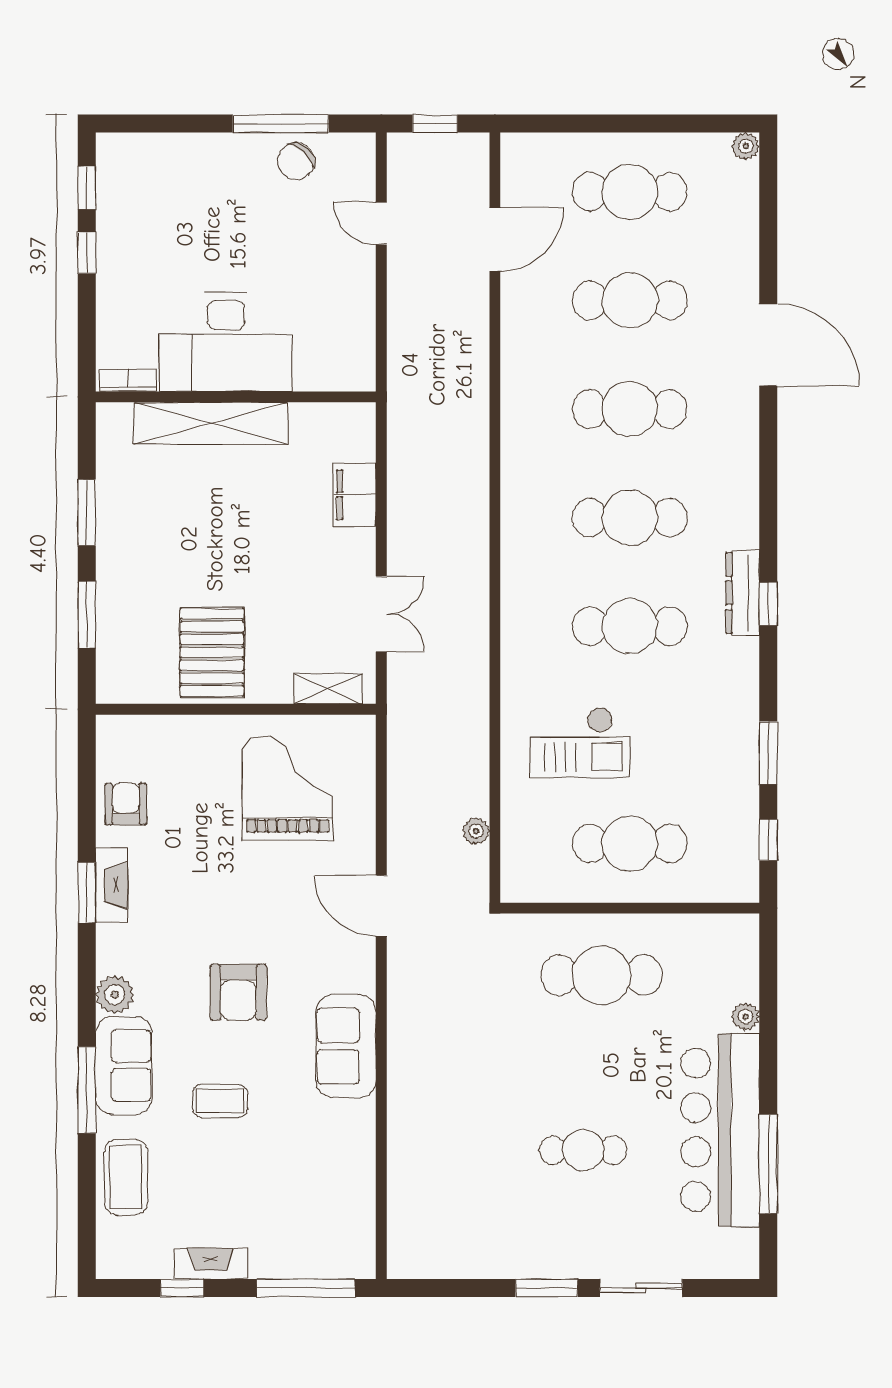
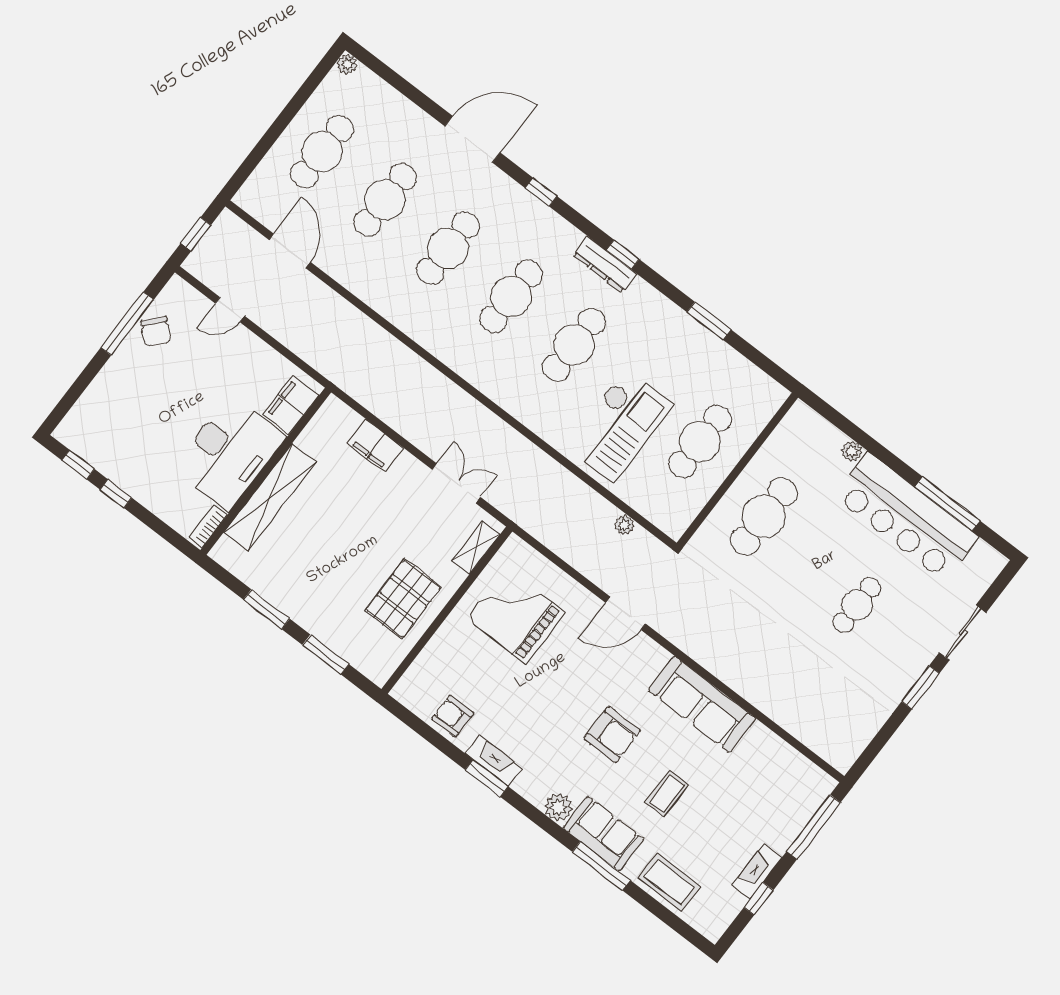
filing cabinet: (329, 369) -> (291, 405), added
pallet: (212, 652) -> (403, 599), turned 90
checkout: (580, 743) -> (619, 425), width x1.36, depth x1.21
window: (768, 840) -> (541, 192), moved
sofa: (346, 1046) -> (702, 704), width x1.36

